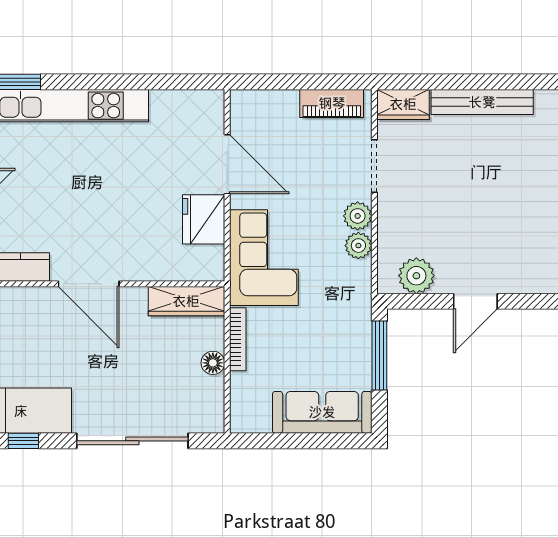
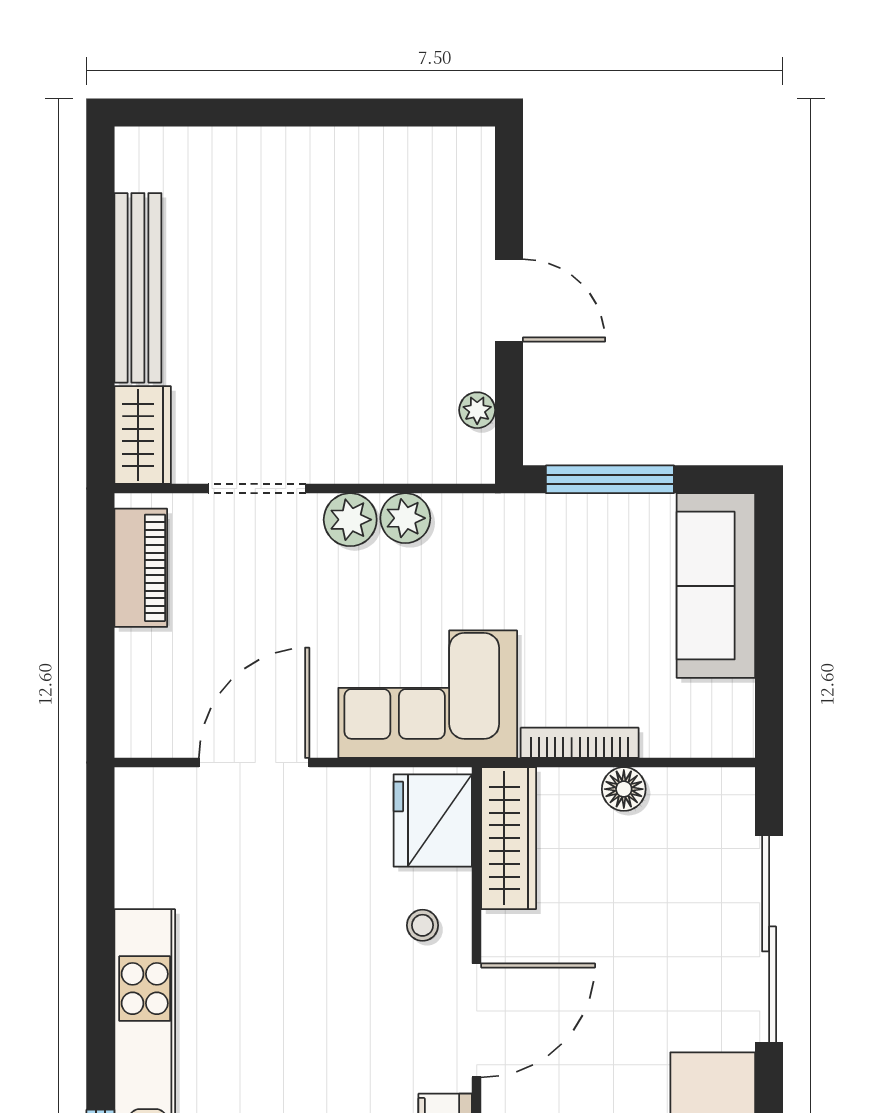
fridge: (204, 219) -> (433, 821), moved, turned 90
stool: (140, 255) -> (422, 925), added
plant: (416, 276) -> (477, 410), width x0.53, depth x0.53

